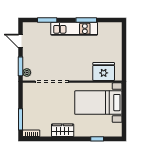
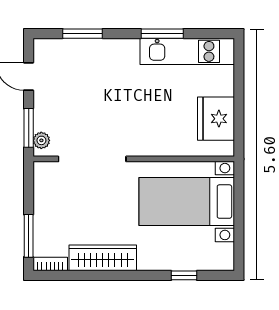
kitchen unit: (74, 29) -> (187, 51), moved
fridge: (104, 71) -> (216, 119), moved, turned -90
wardrobe: (63, 130) -> (103, 258), width x1.50

